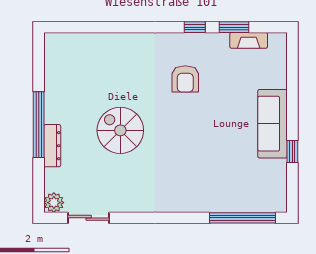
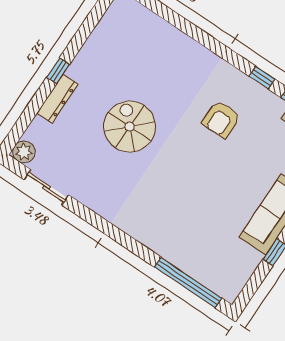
window: (39, 125) -> (58, 71), width x0.32

